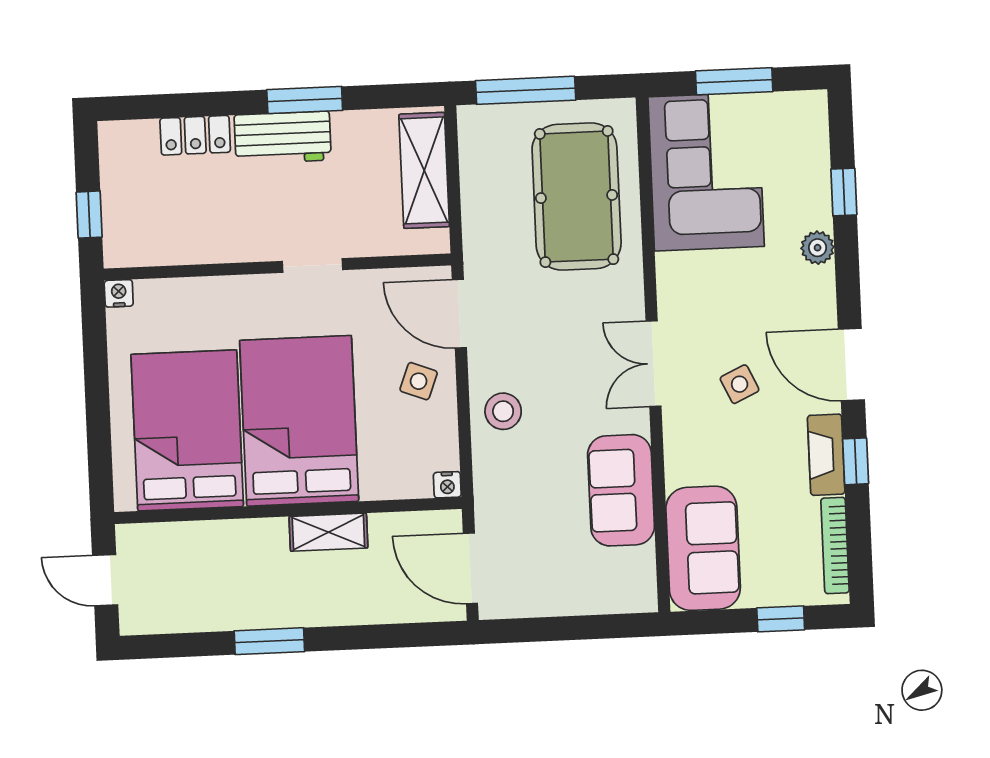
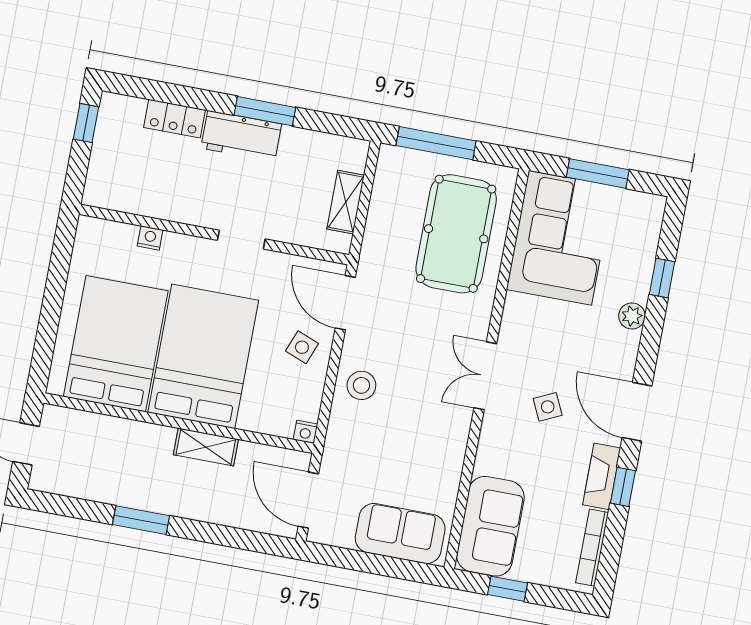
shelving: (424, 170) -> (346, 202), width x0.67, depth x0.75
window: (89, 215) -> (86, 123), moved
nightstand: (119, 293) -> (150, 238), moved
sofa: (621, 490) -> (400, 533), moved, turned 90
window: (781, 619) -> (507, 589), moved

